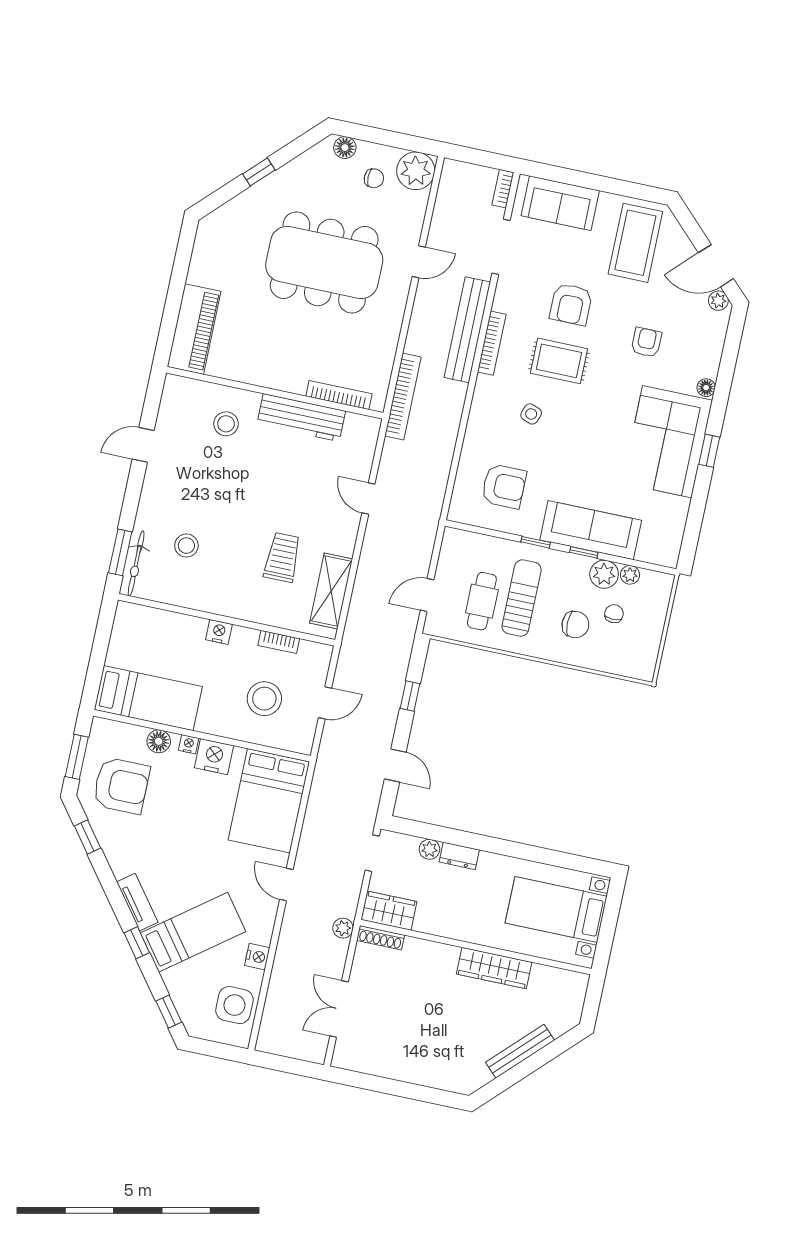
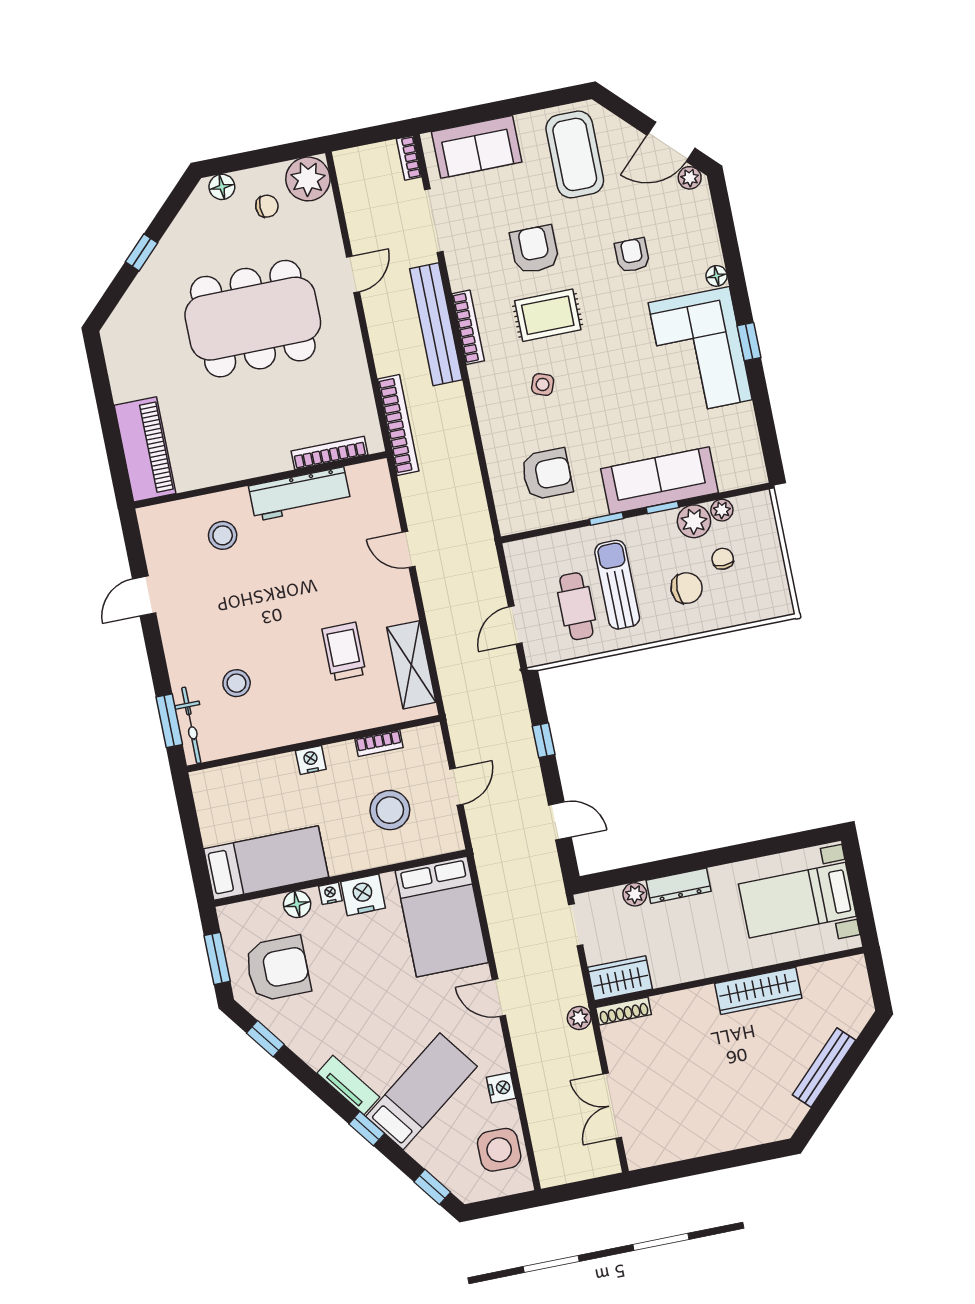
armchair: (571, 304) -> (534, 249), turned 180
dresser: (459, 856) -> (679, 886), width x1.44

